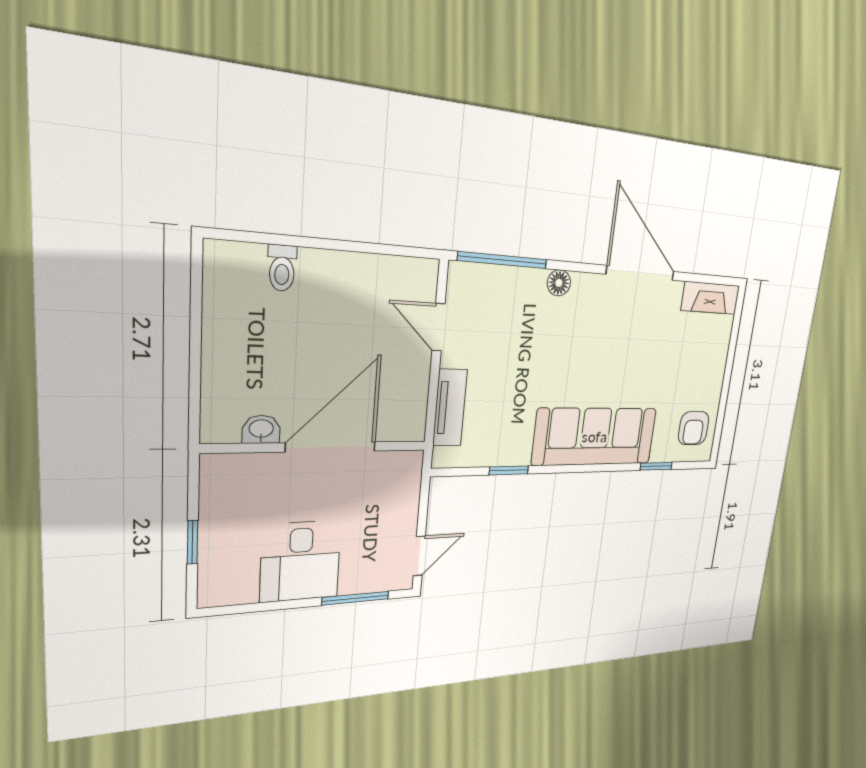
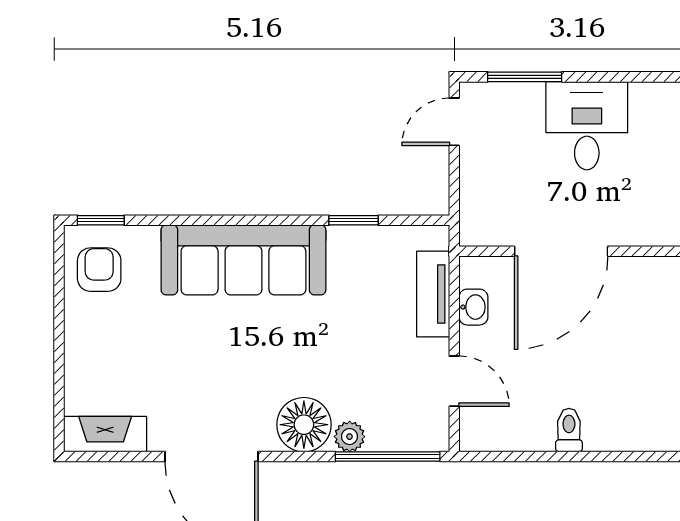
toilet: (282, 268) -> (569, 430), moved
plant: (532, 282) -> (350, 437), added
floor lamp: (559, 283) -> (304, 425), width x1.89, depth x1.89
washbasin: (261, 429) -> (473, 307), moved, turned -90
window: (656, 466) -> (101, 220), moved

